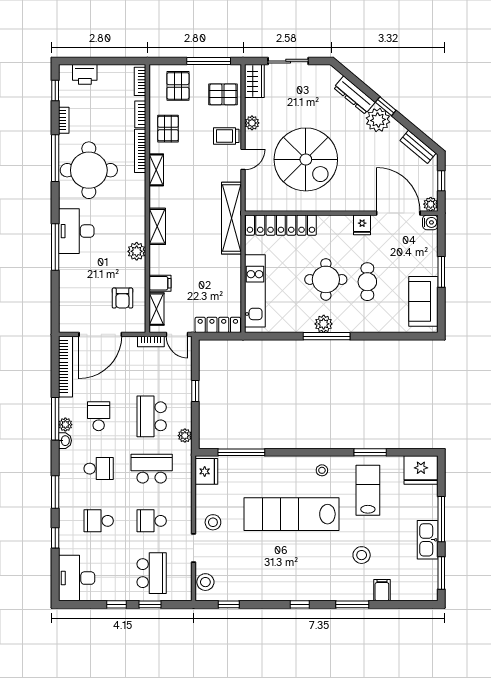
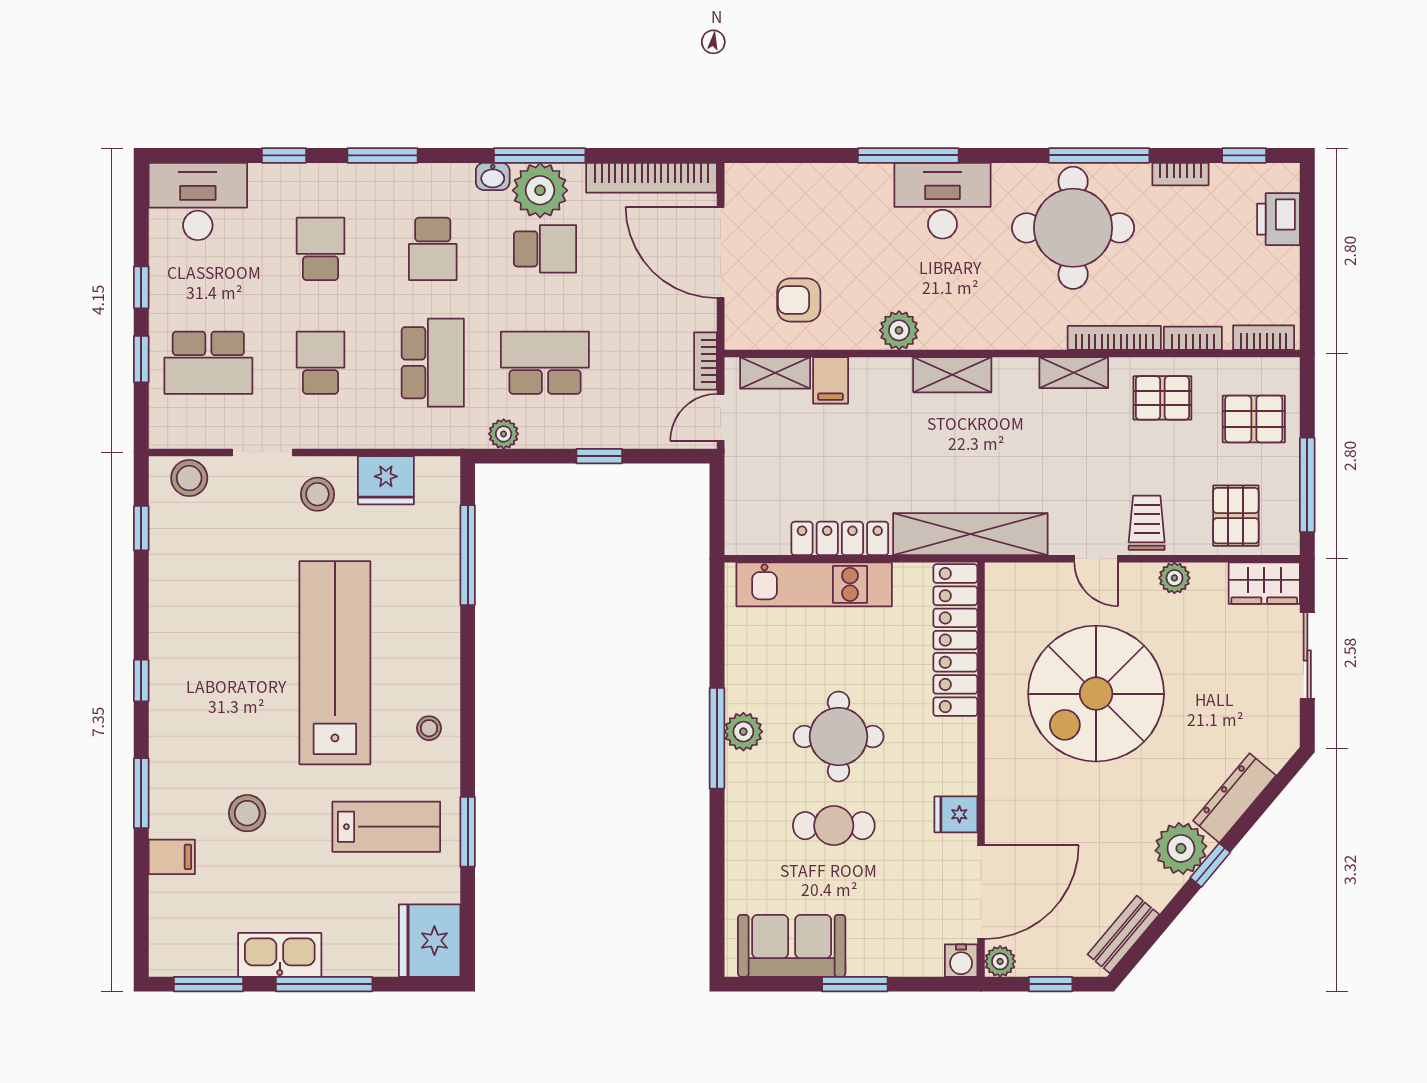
locker: (218, 325) -> (840, 538), moved, turned -90
plant: (65, 425) -> (540, 190), width x1.87, depth x1.87
fridge: (206, 471) -> (386, 480), moved

